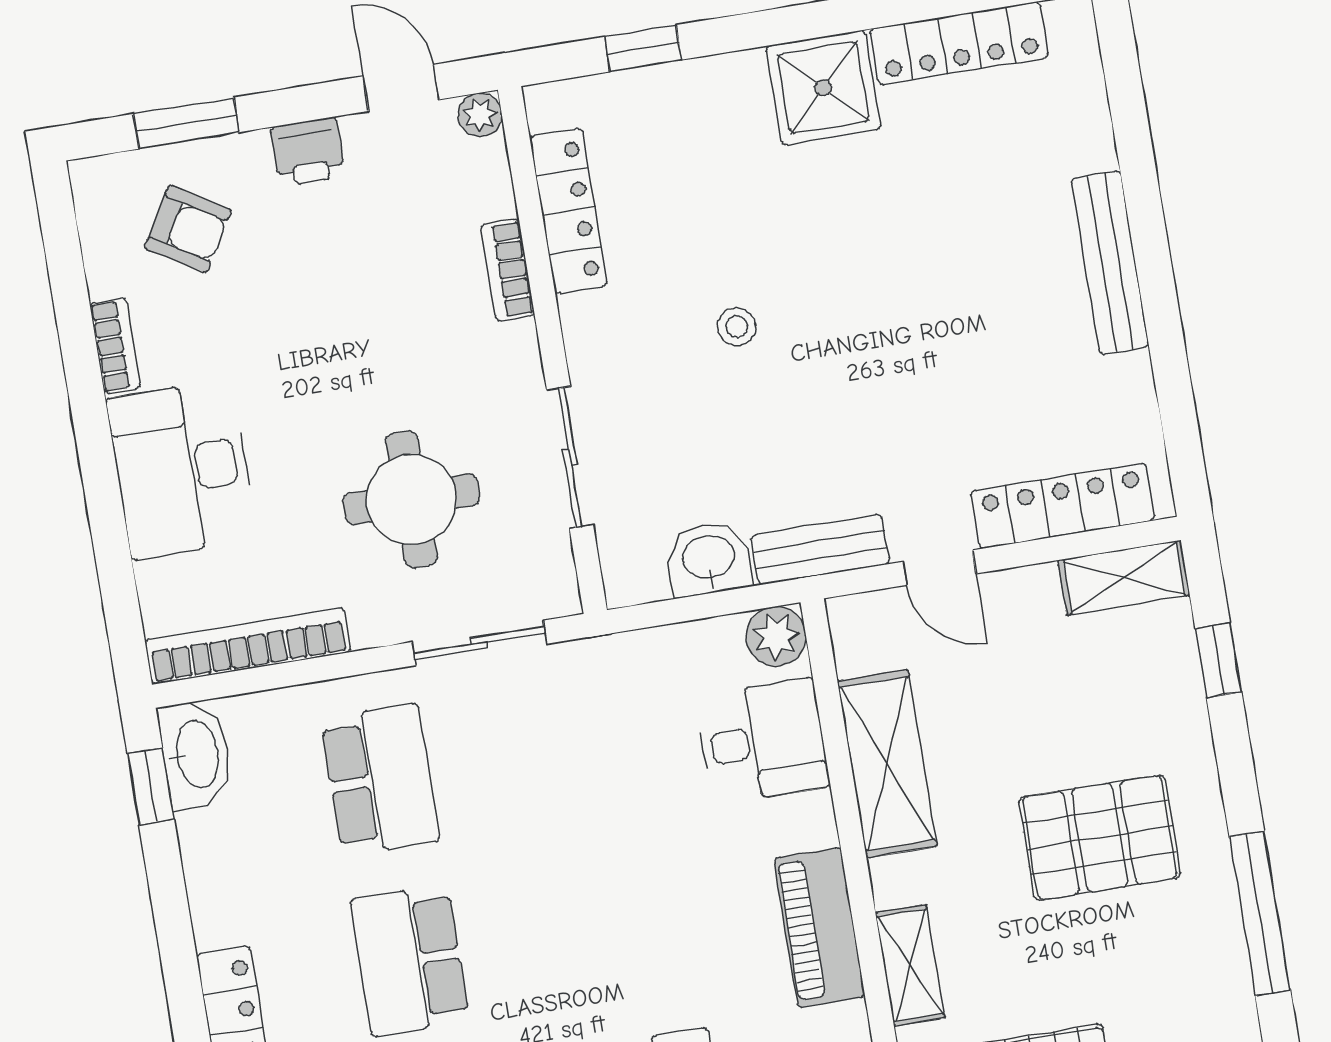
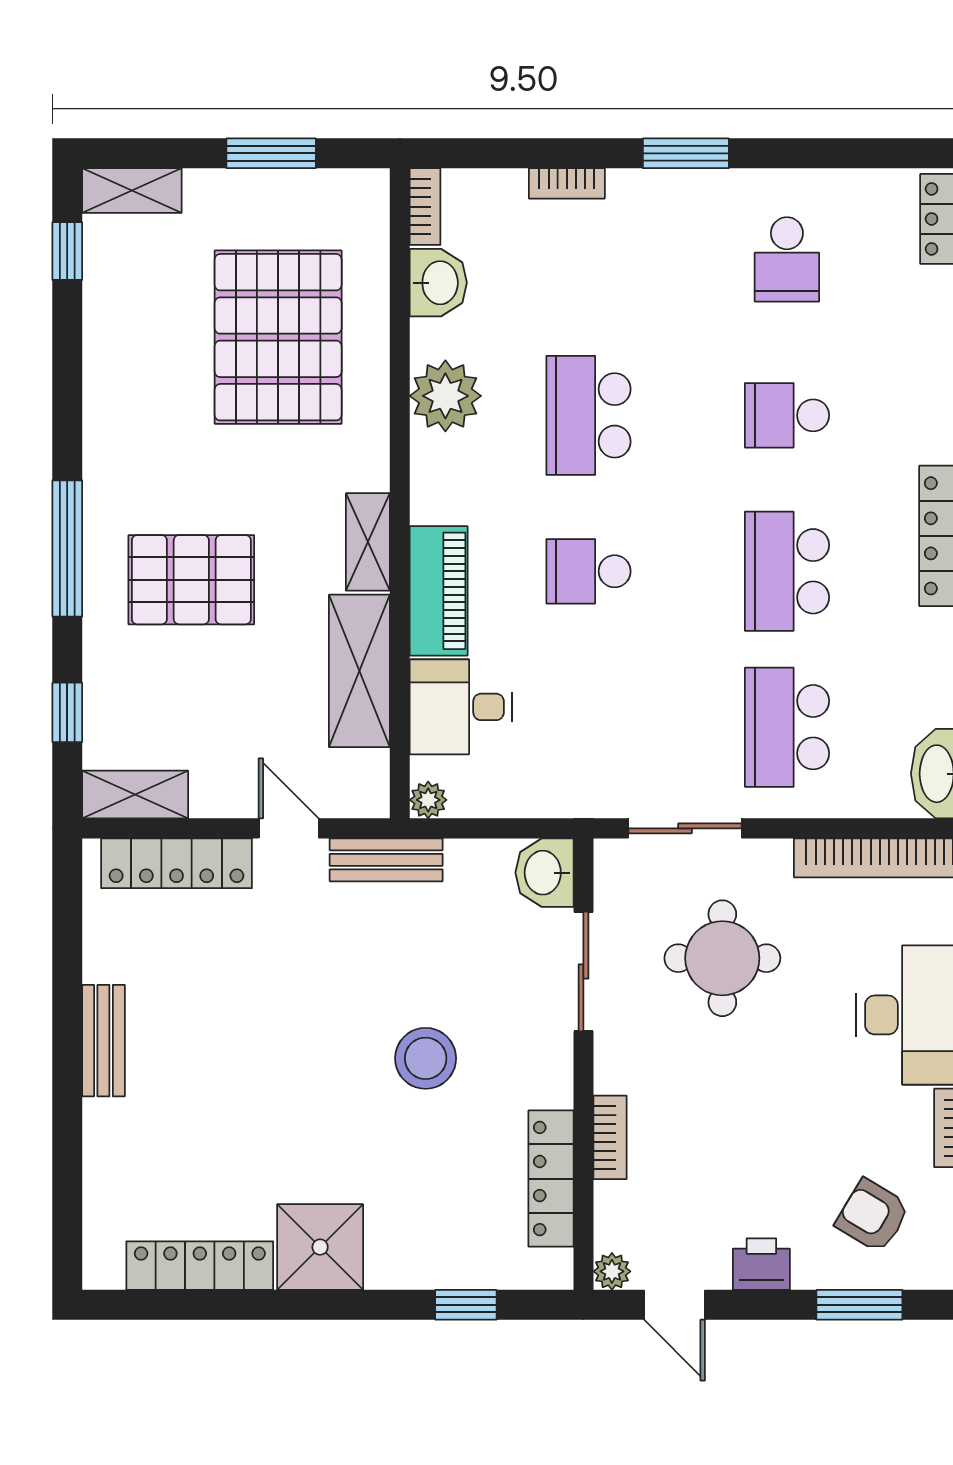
bench: (1110, 262) -> (103, 1041), width x0.73
stool: (737, 327) -> (426, 1058), width x1.89, depth x1.89
washbasin: (709, 559) -> (544, 873), moved, turned 90
plant: (776, 636) -> (428, 800), width x0.73, depth x0.73
window: (1260, 913) -> (67, 548), moved
school desk: (640, 923) -> (588, 571), added
piano: (820, 928) -> (439, 591), moved
school desk: (410, 961) -> (787, 571), turned 180
shelving: (910, 965) -> (368, 542), moved

